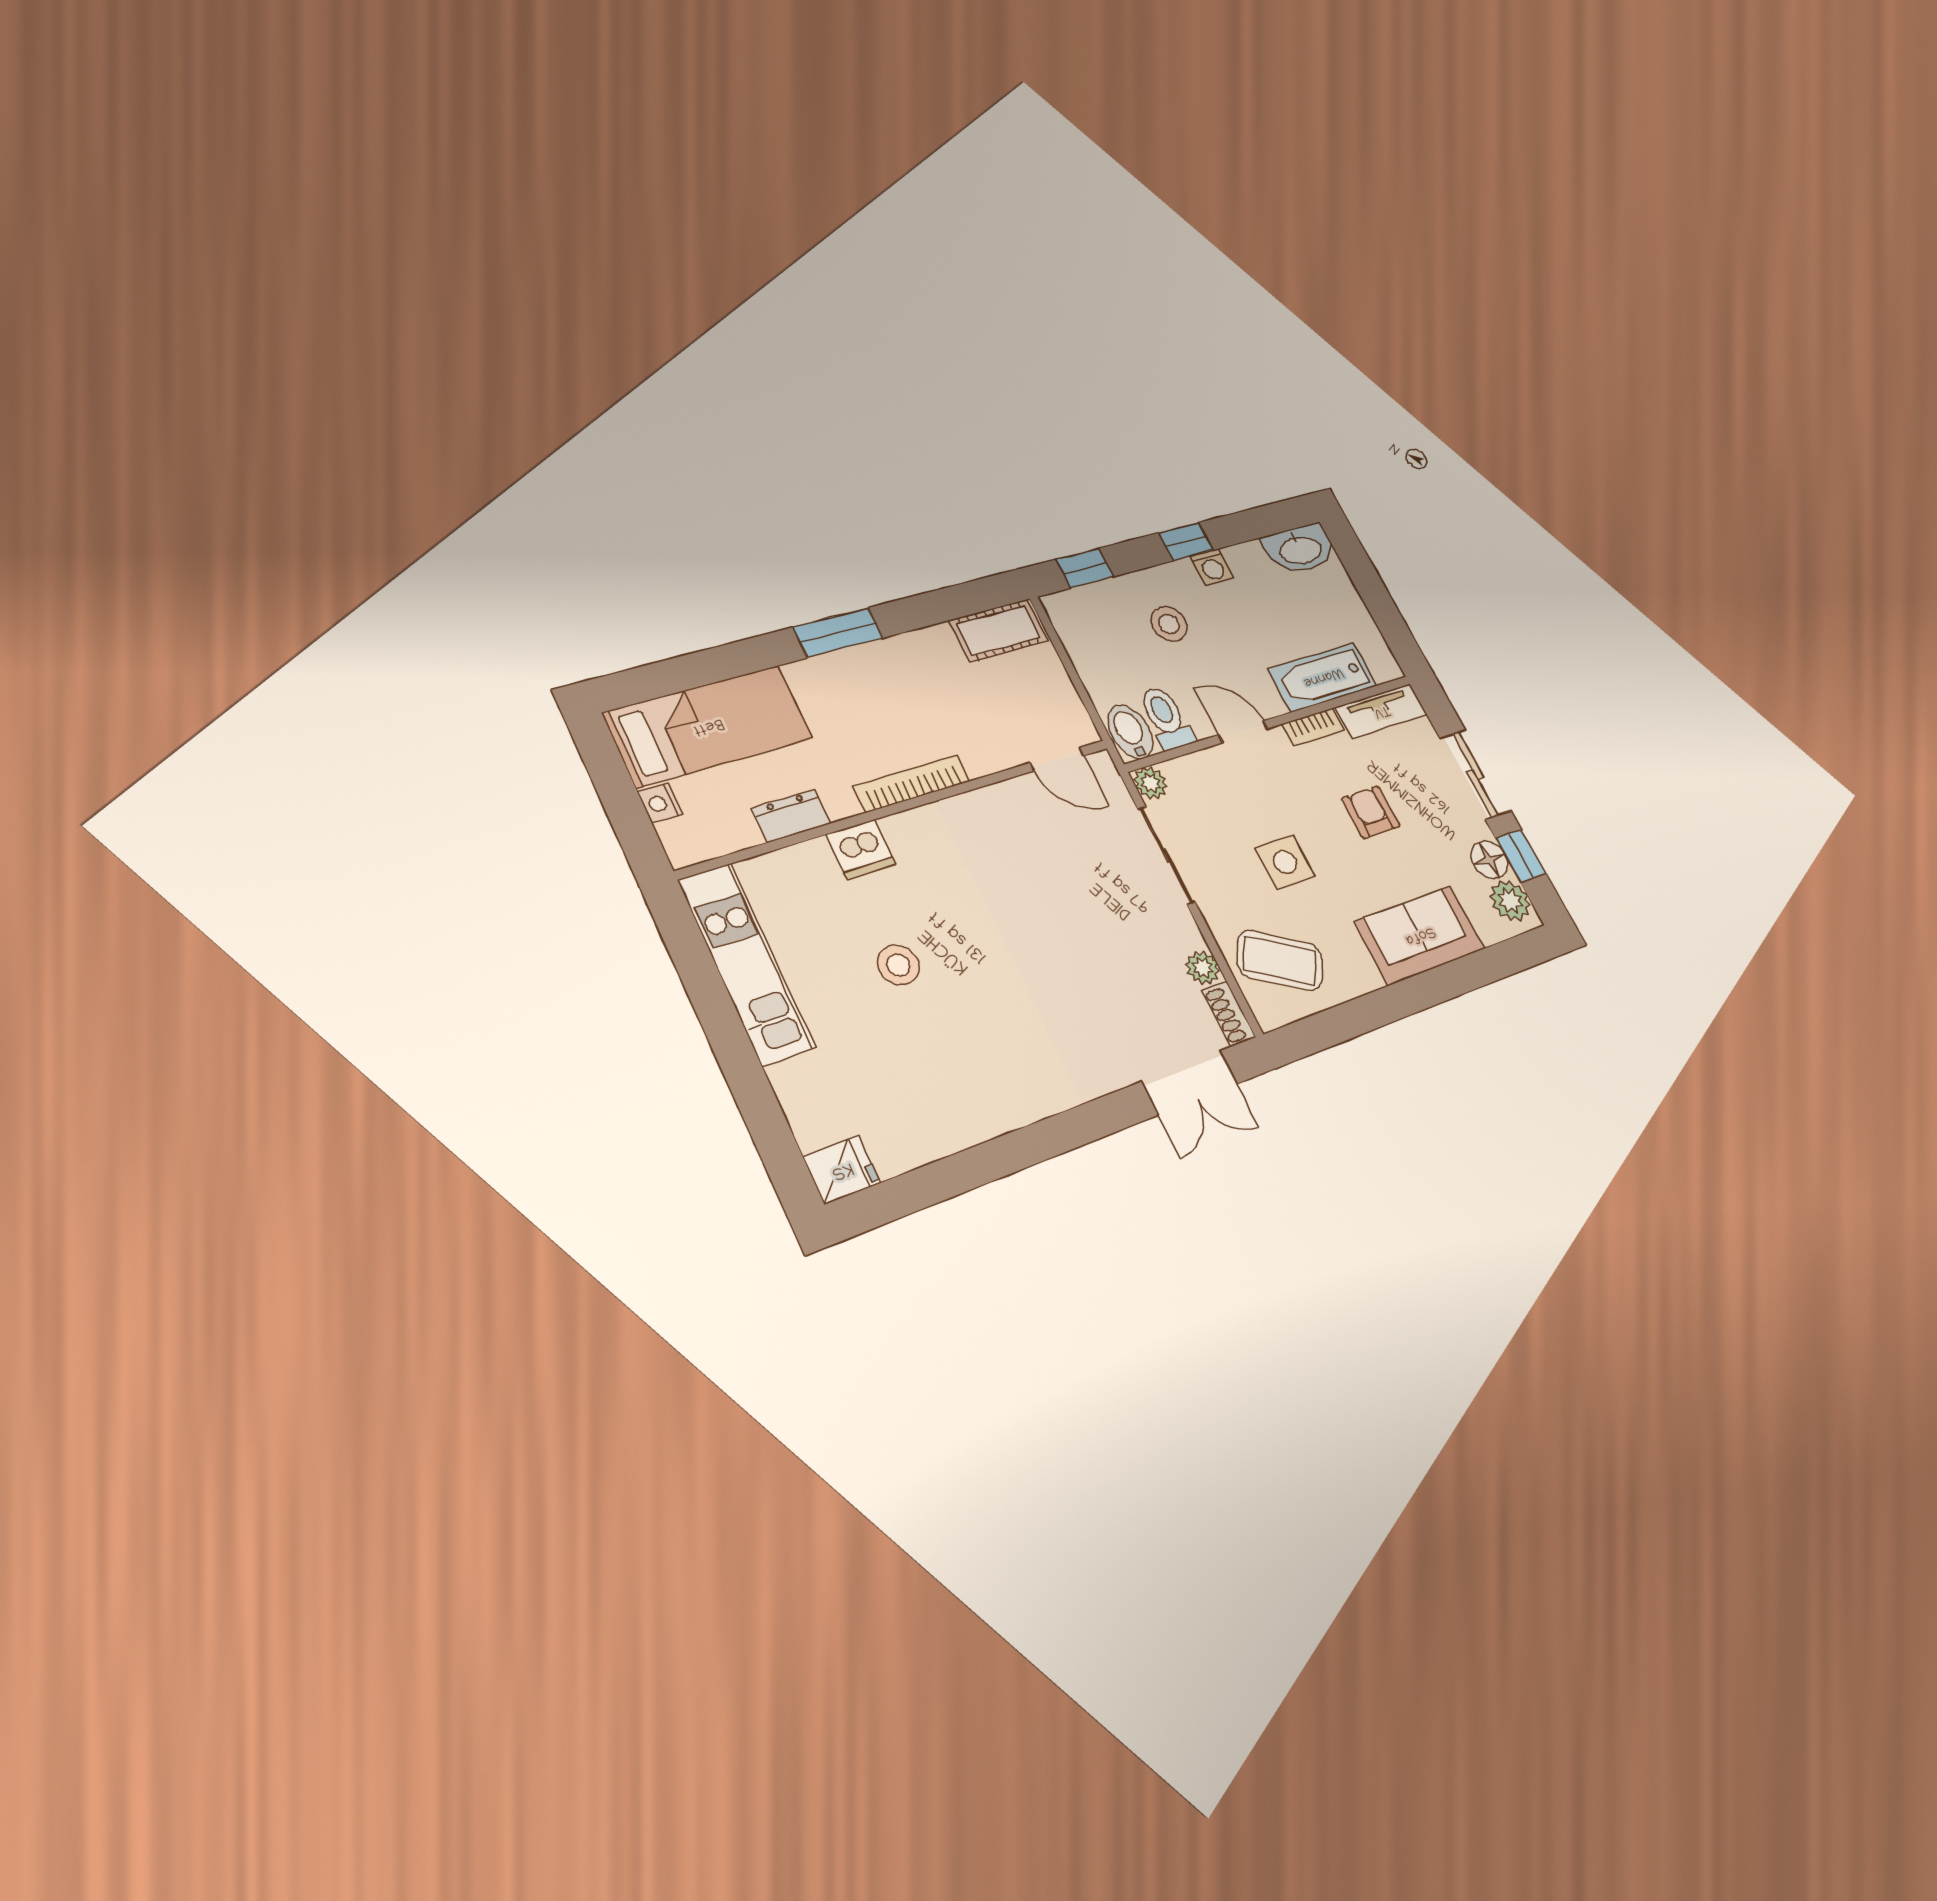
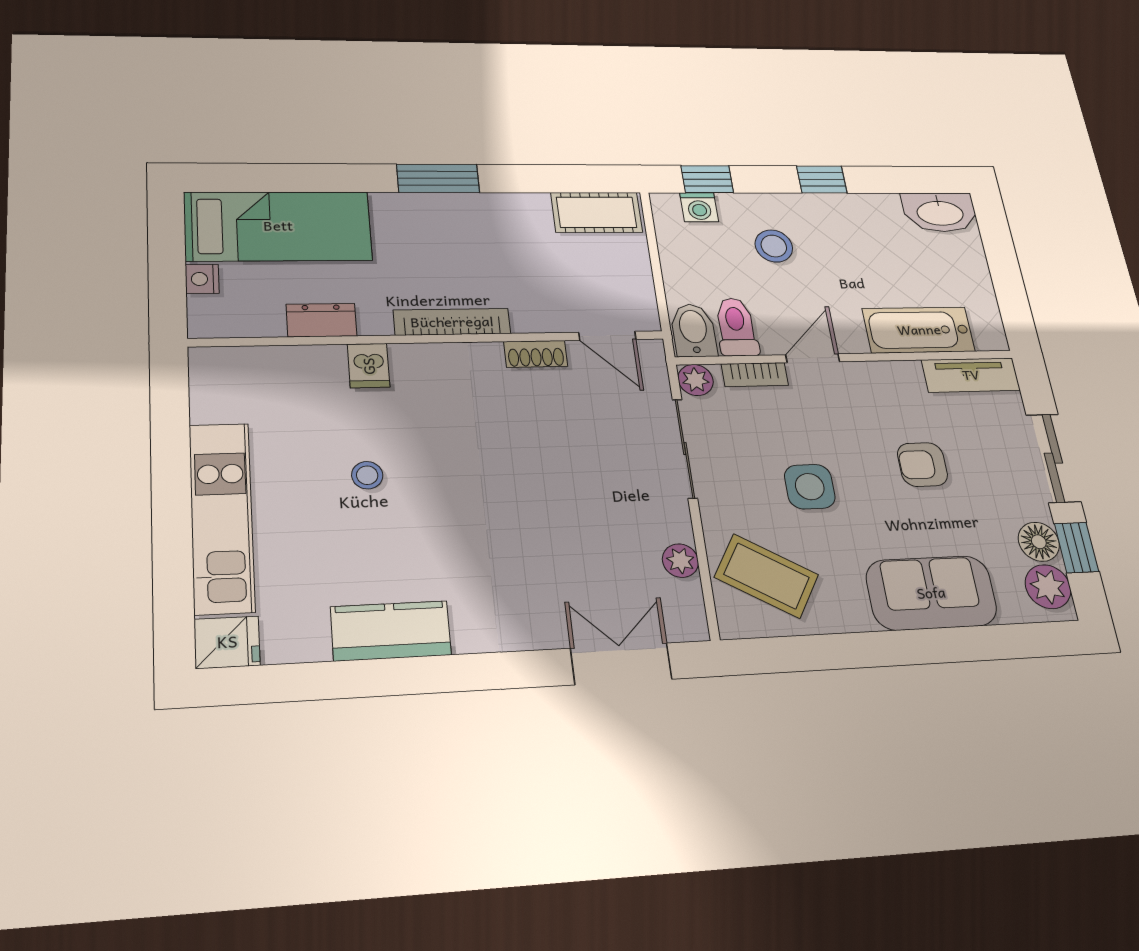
washing machine: (1212, 567) -> (699, 207), moved
bookcase: (1313, 727) -> (755, 375), moved
door: (1243, 732) -> (813, 358), hinge flipped
armchair: (1371, 812) -> (922, 464), turned -90
dishwasher: (861, 849) -> (369, 366), width x0.73
kitchen unit: (746, 963) -> (222, 517), moved
stool: (898, 965) -> (367, 475), width x0.73, depth x0.73
shoe rack: (1229, 1014) -> (536, 354), moved, turned -90
double door: (1189, 1083) -> (621, 664), swing flipped
kitchen counter: (981, 1113) -> (391, 631), added

